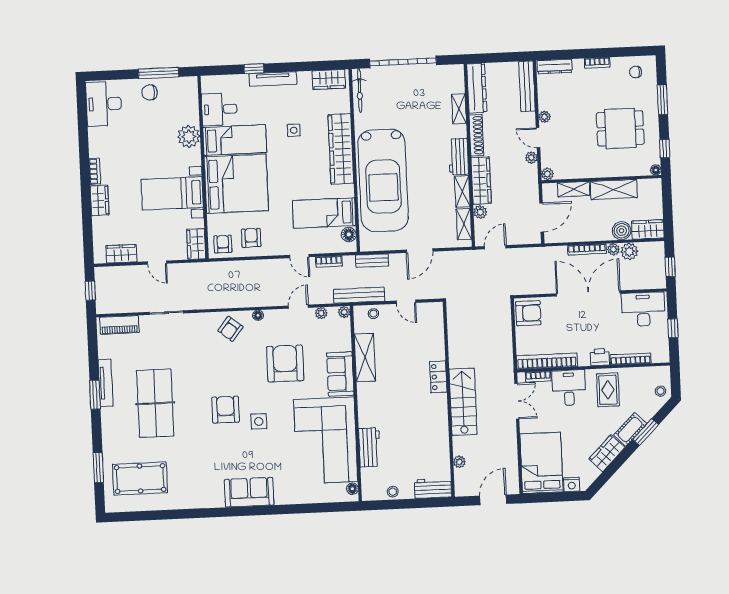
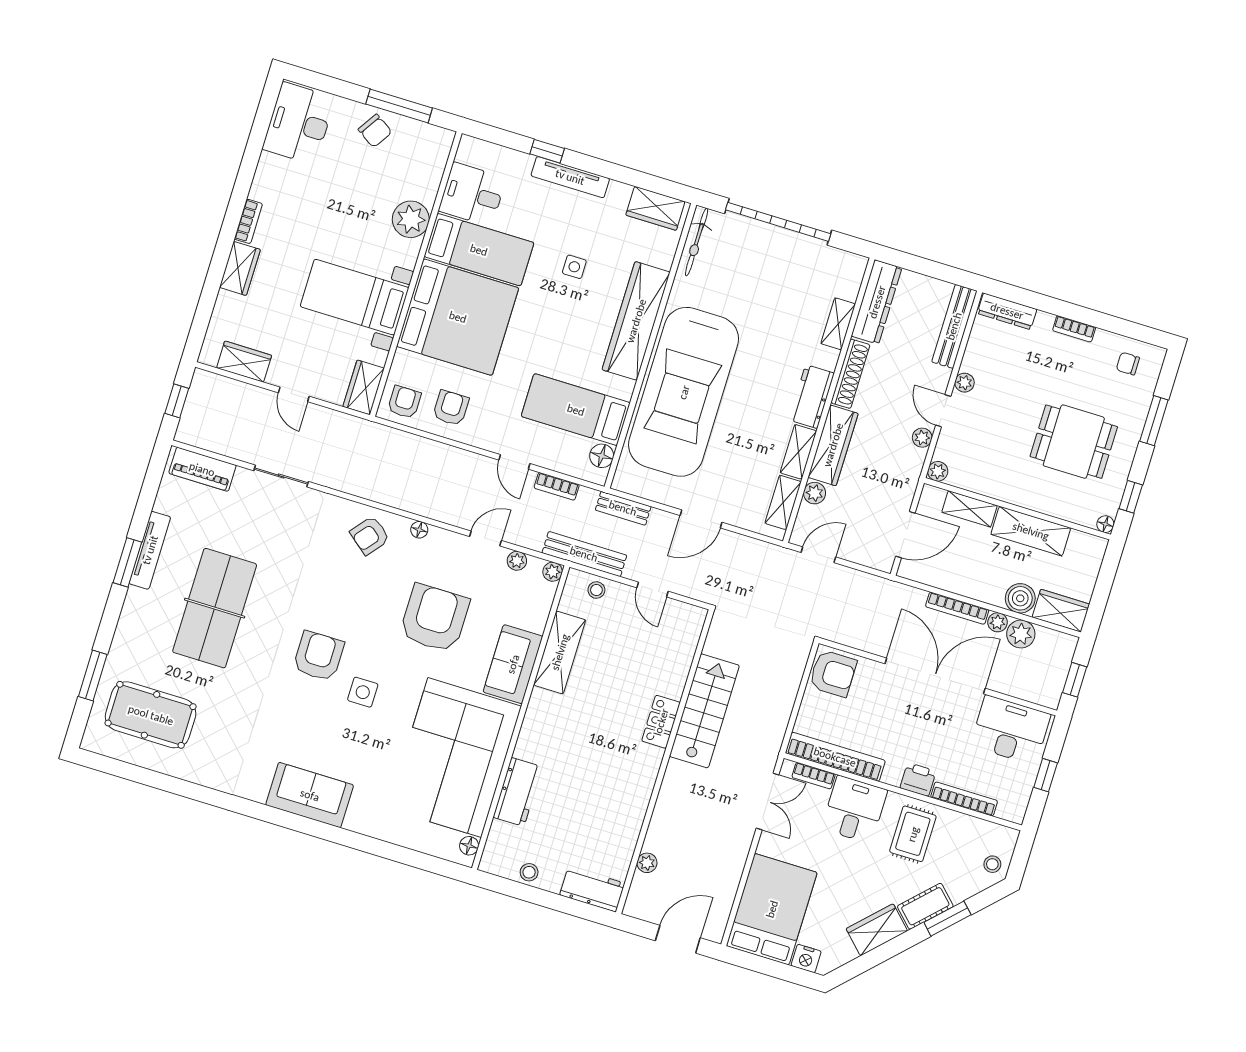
chair: (150, 92) -> (375, 131), turned -147
stairs: (463, 402) -> (704, 711), moved

